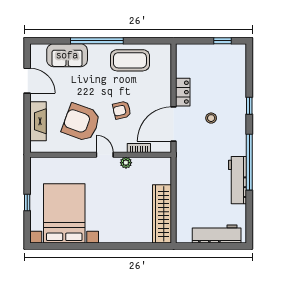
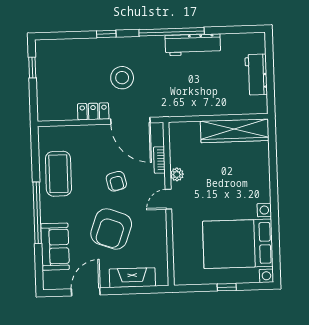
stool: (211, 118) -> (122, 78), width x1.89, depth x1.89
armchair: (81, 122) -> (111, 229), moved
workbench: (217, 234) -> (256, 74), width x0.73

